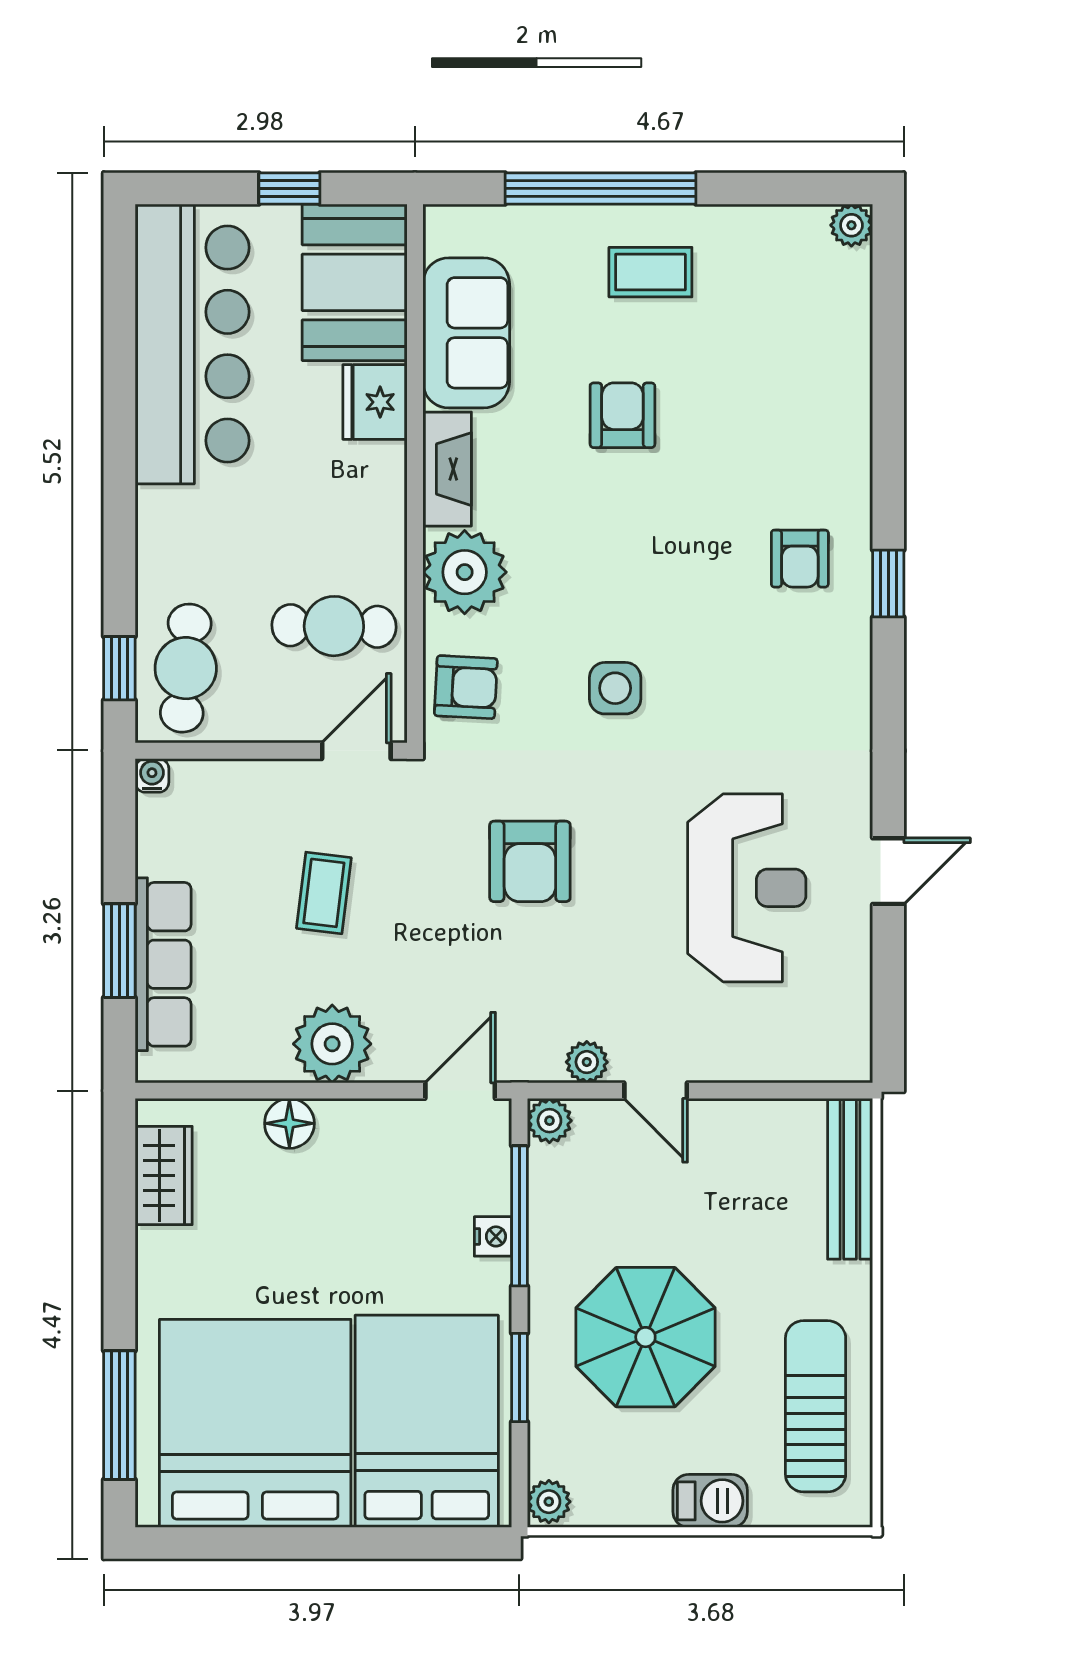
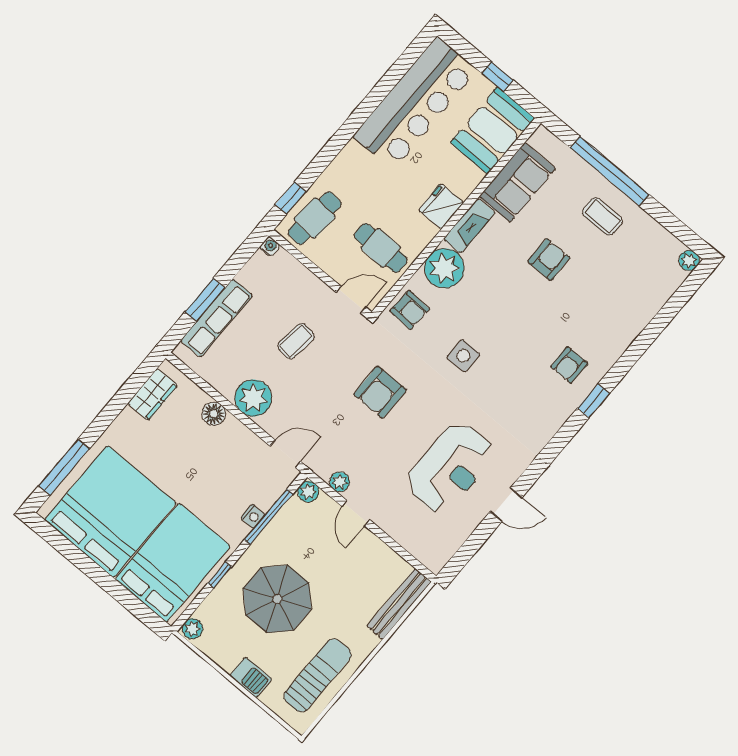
fridge: (375, 402) -> (441, 206), moved
window: (520, 1377) -> (220, 575), width x0.67

